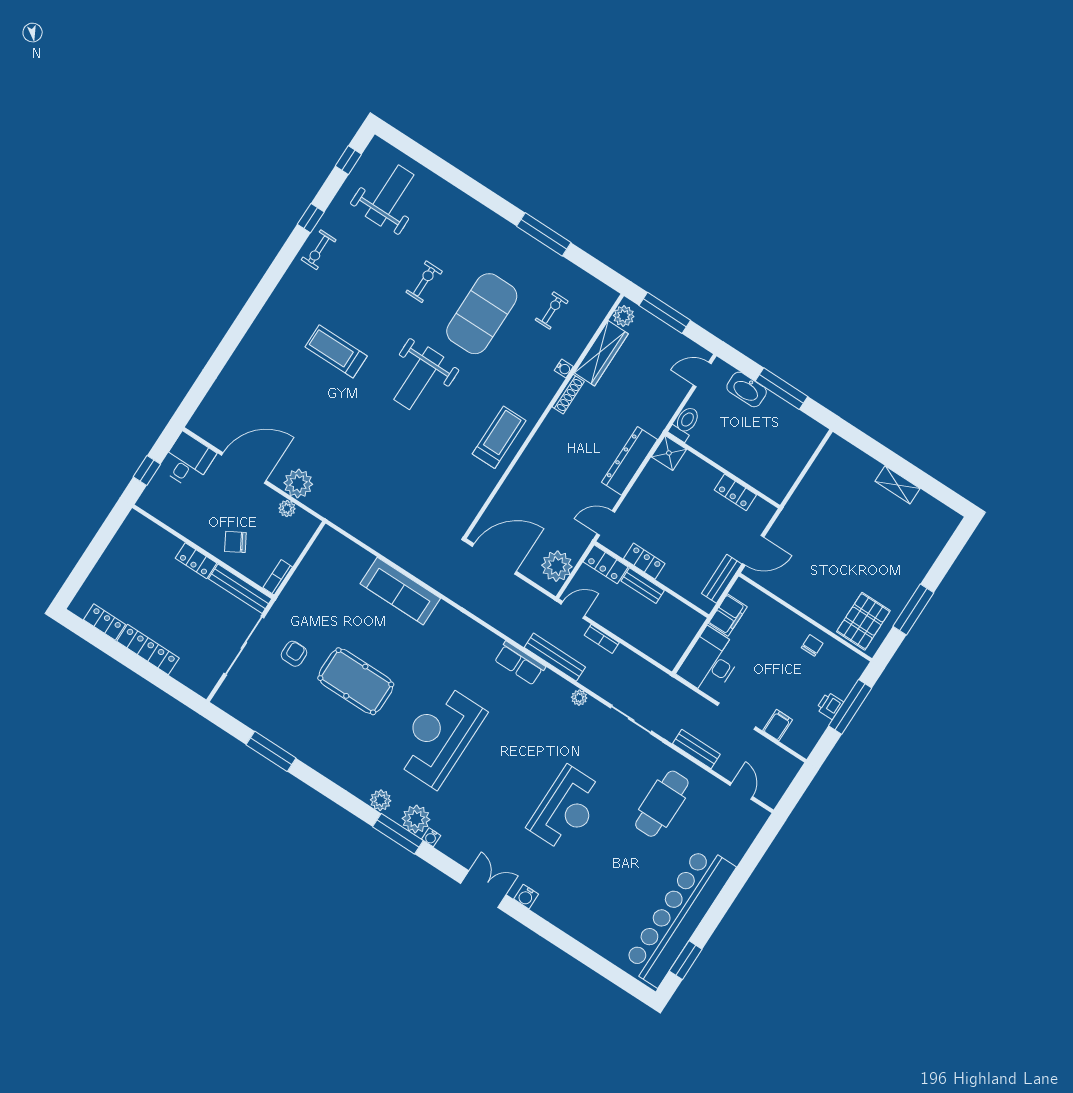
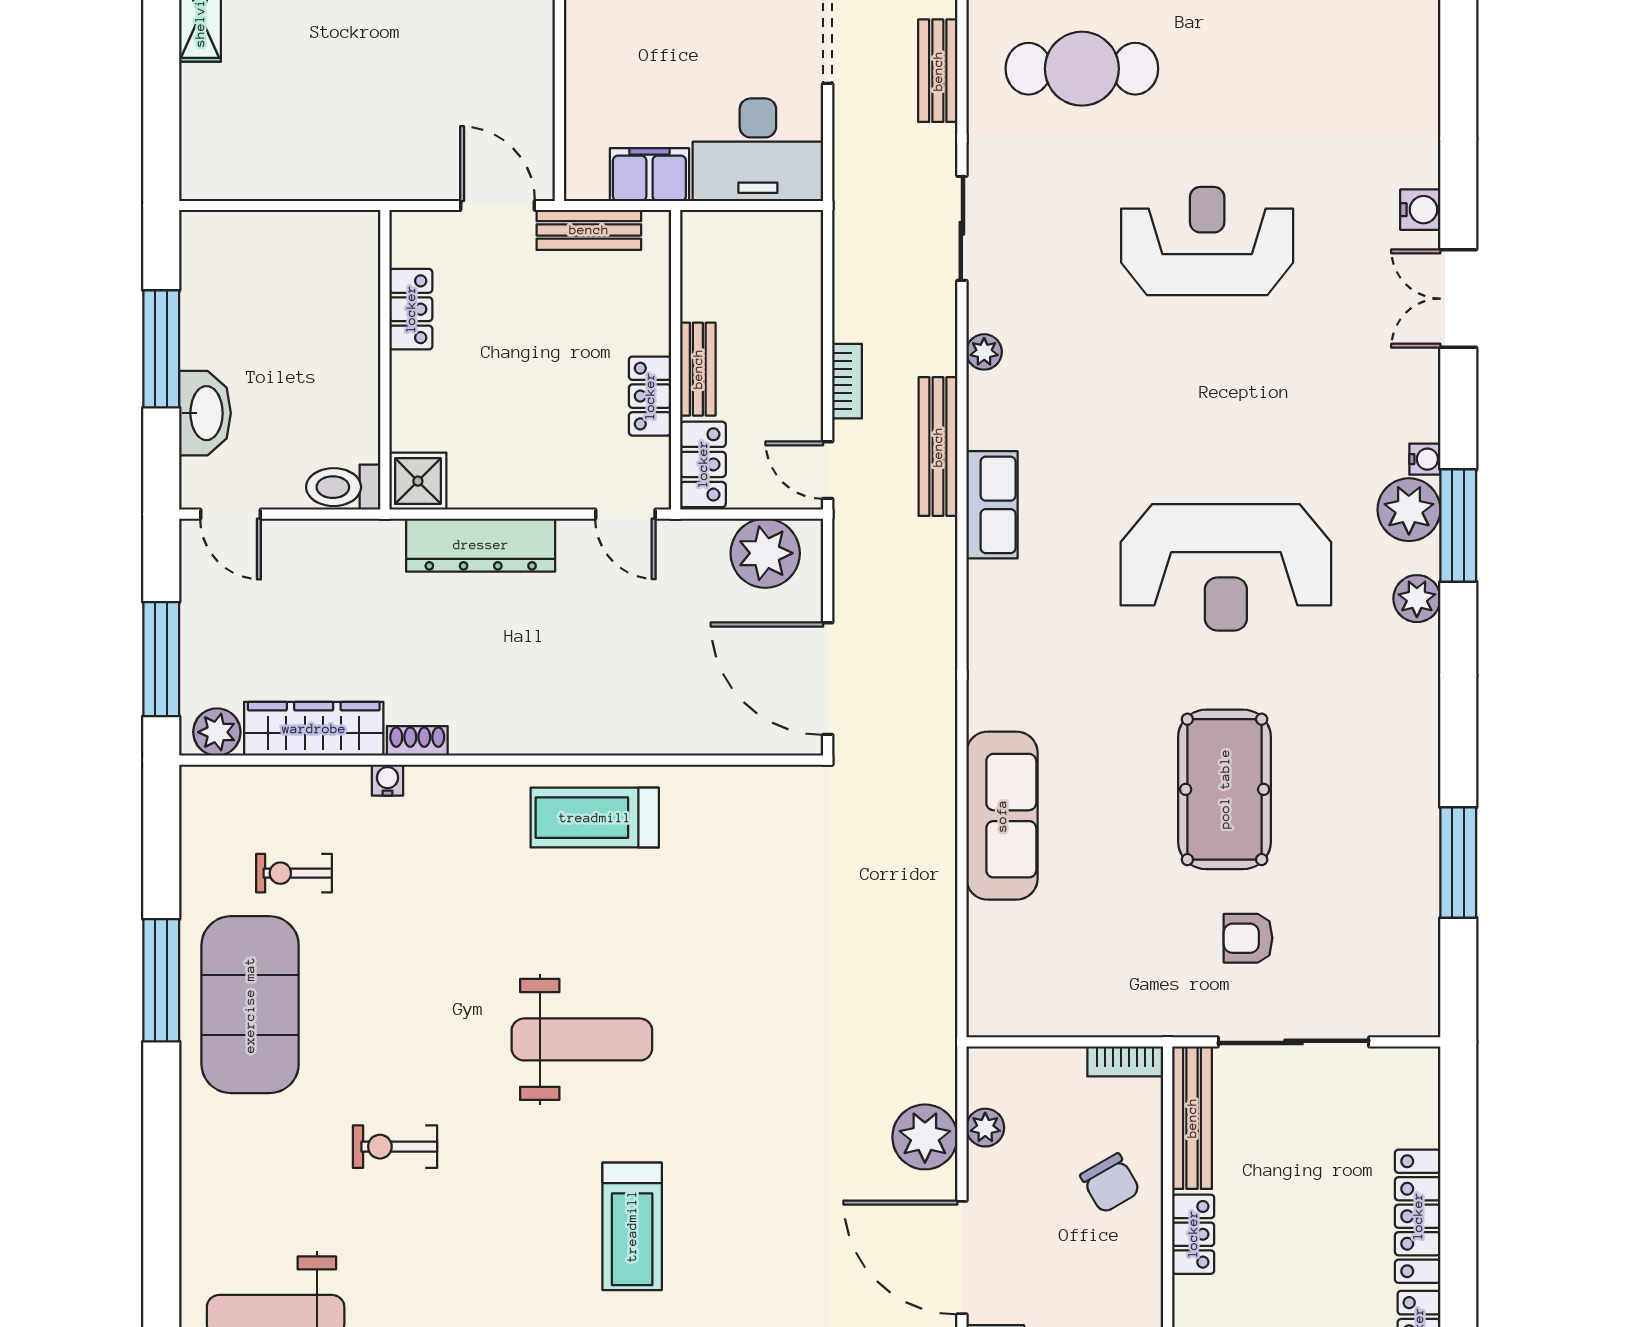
exercise mat: (482, 314) -> (250, 1005), moved, turned 90
shoe rack: (568, 394) -> (417, 741), width x0.70

